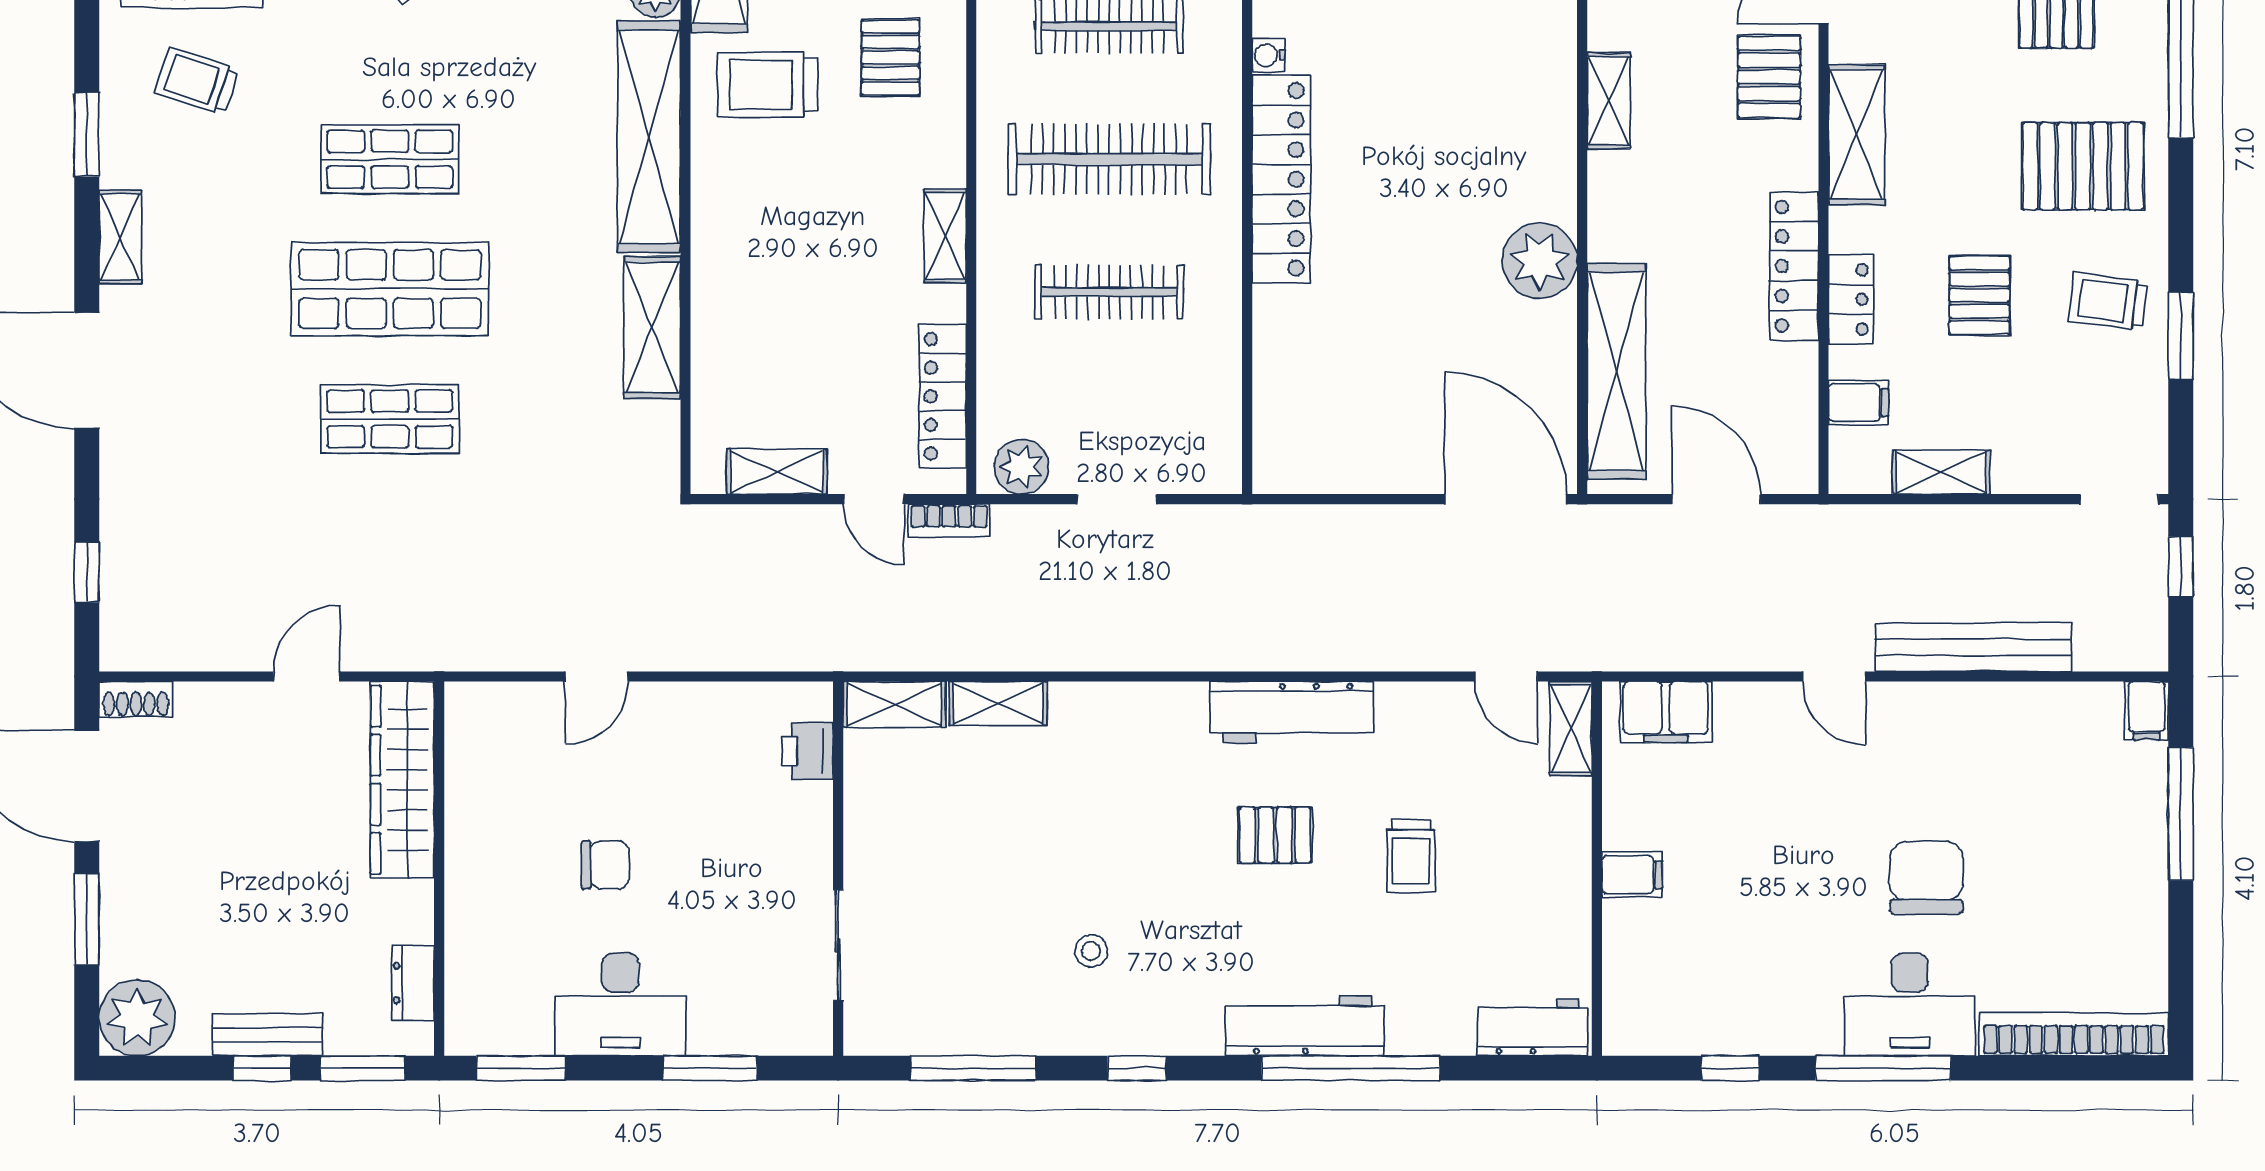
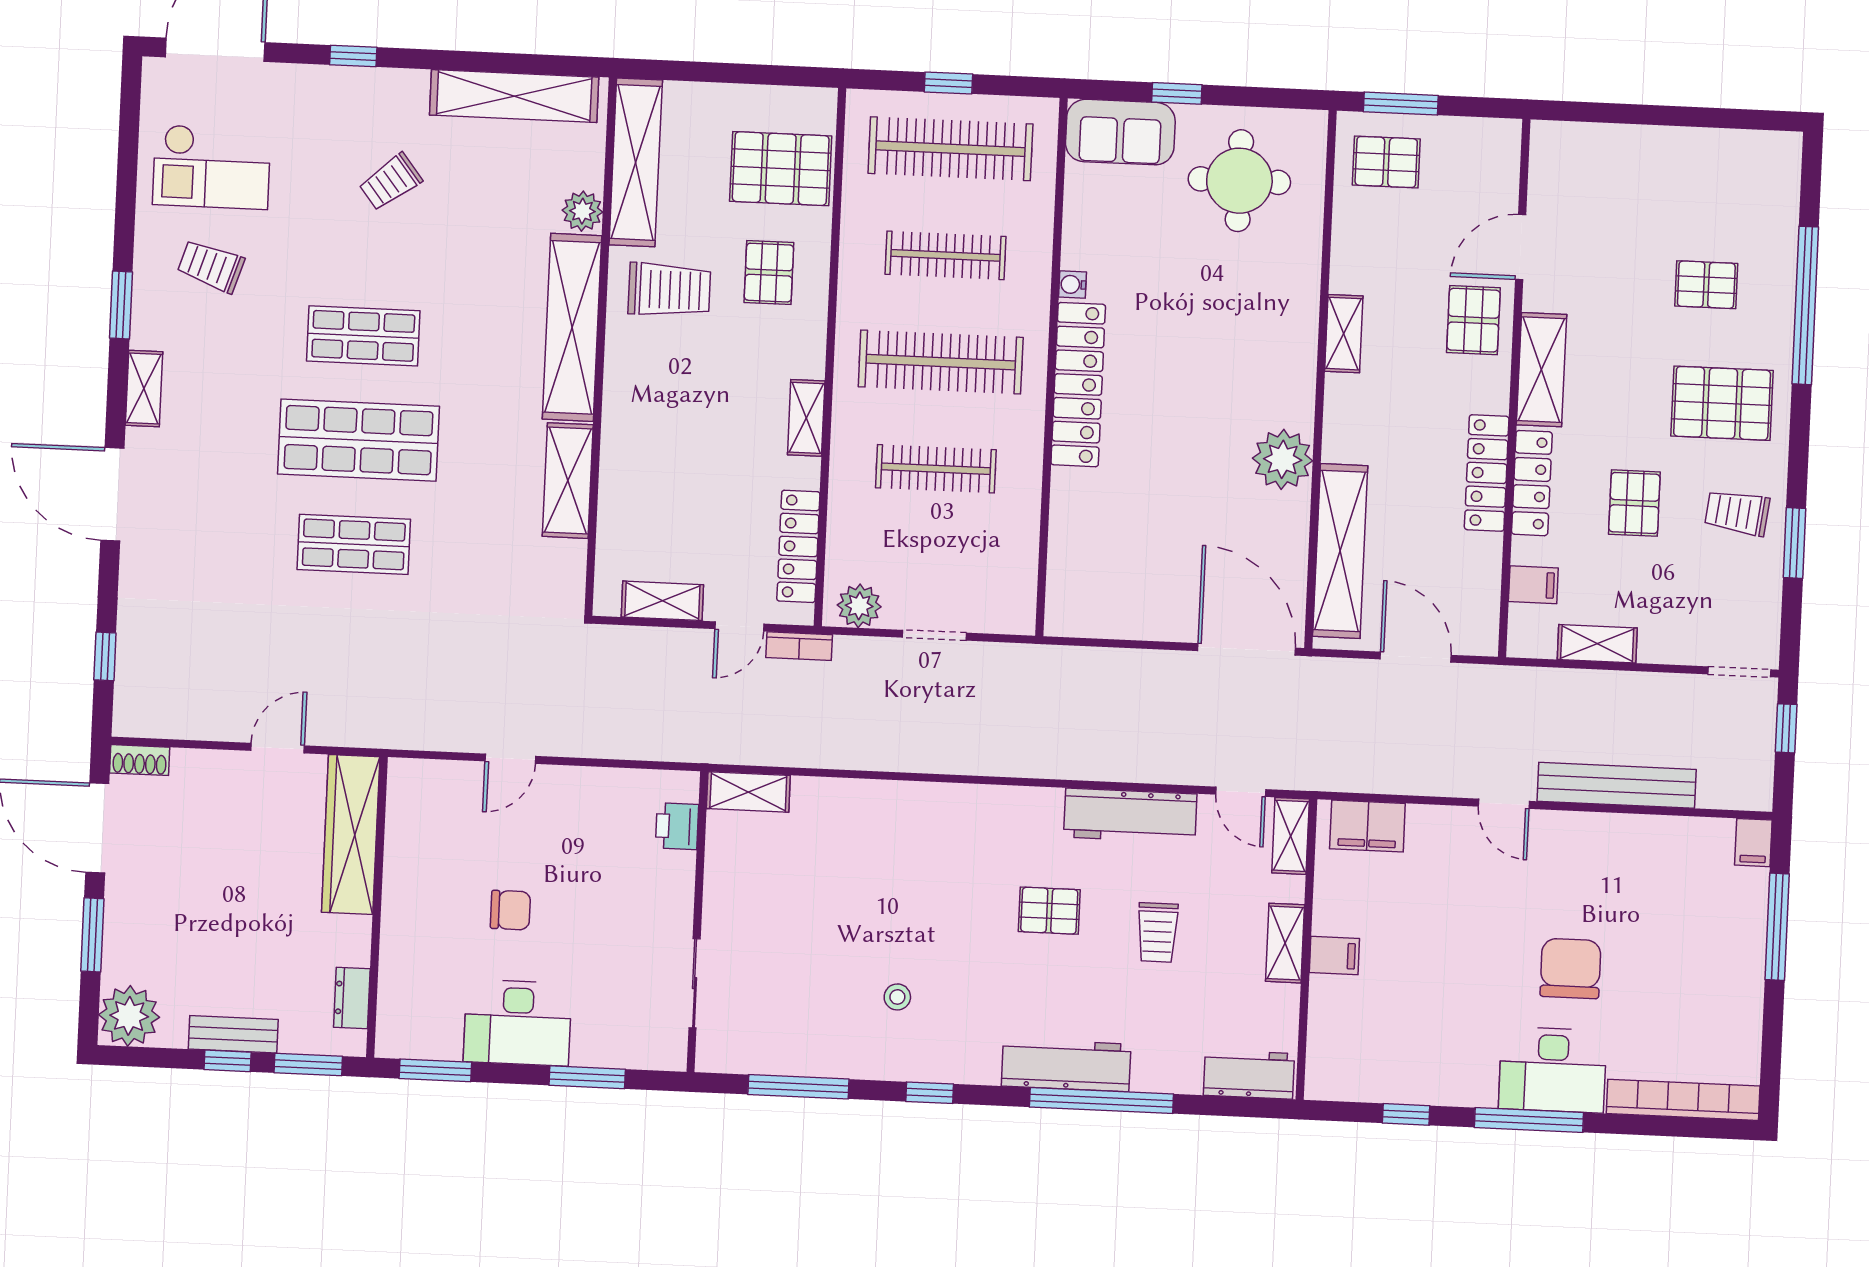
trolley: (768, 85) -> (669, 290), turned 180
locker: (1851, 299) -> (1532, 483), width x1.53
door: (874, 499) -> (739, 626), hinge flipped
shelving: (998, 703) -> (1285, 943), moved, turned 90
workbench: (1292, 712) -> (1130, 815), moved

